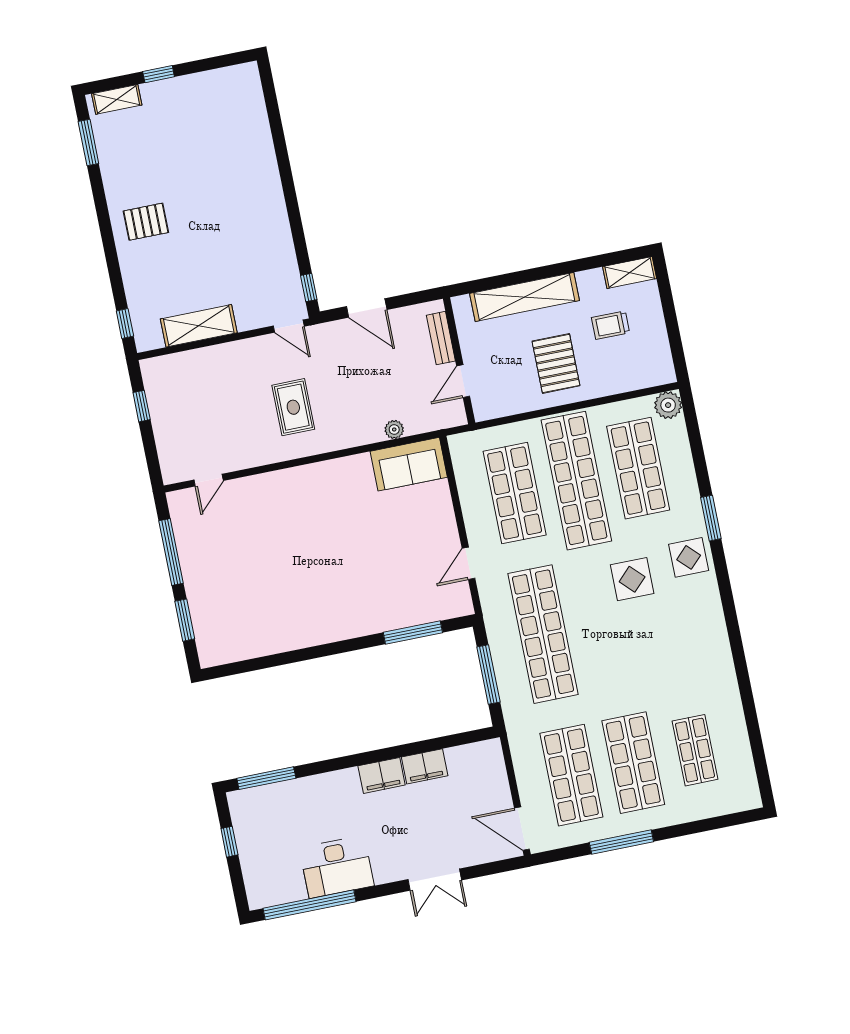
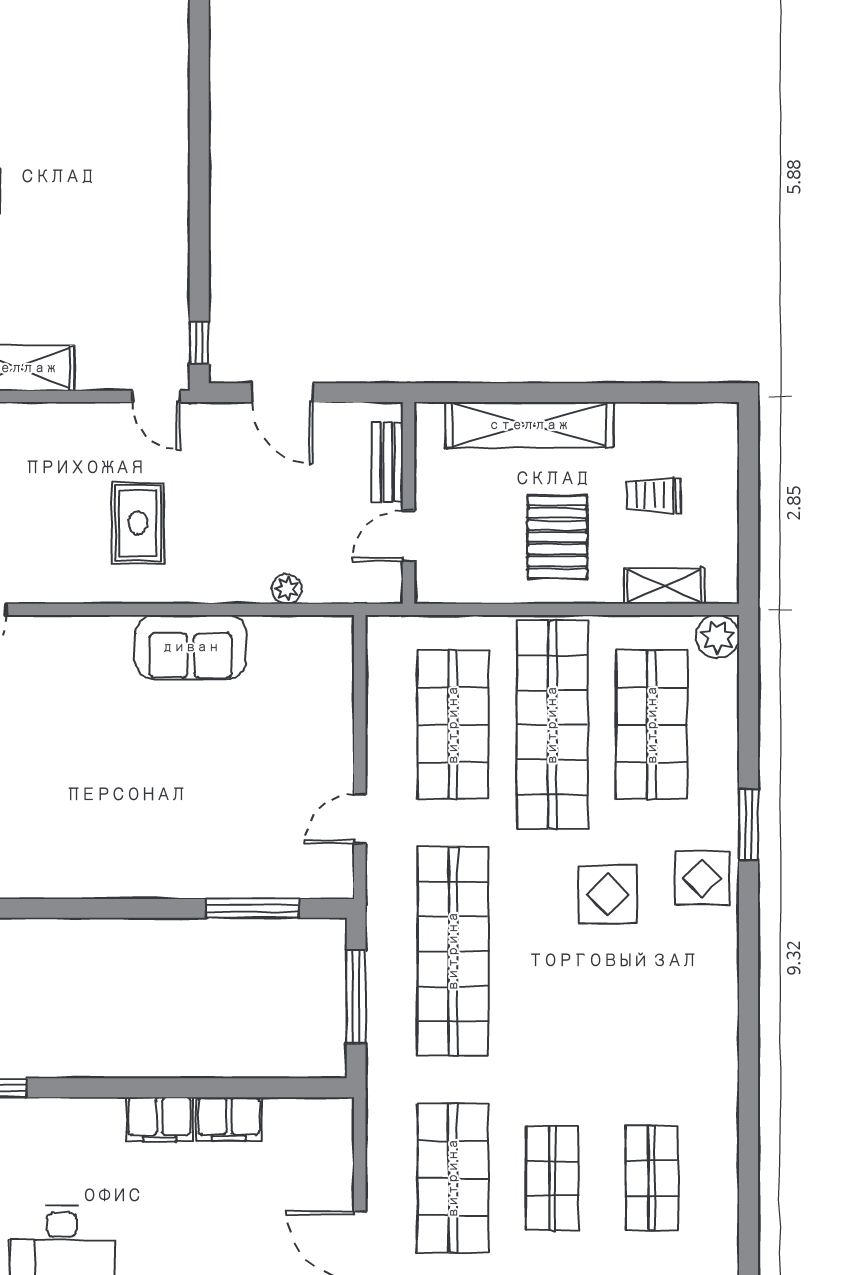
shelving: (630, 273) -> (664, 586), moved
sofa: (409, 464) -> (191, 647), moved
shop shelf: (633, 763) -> (552, 1178), width x0.70, depth x0.74

